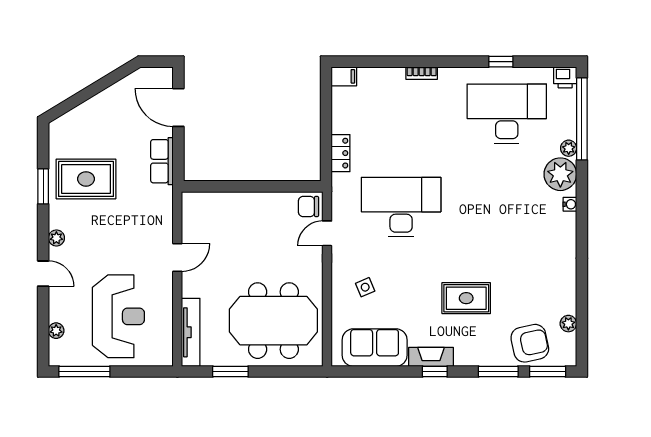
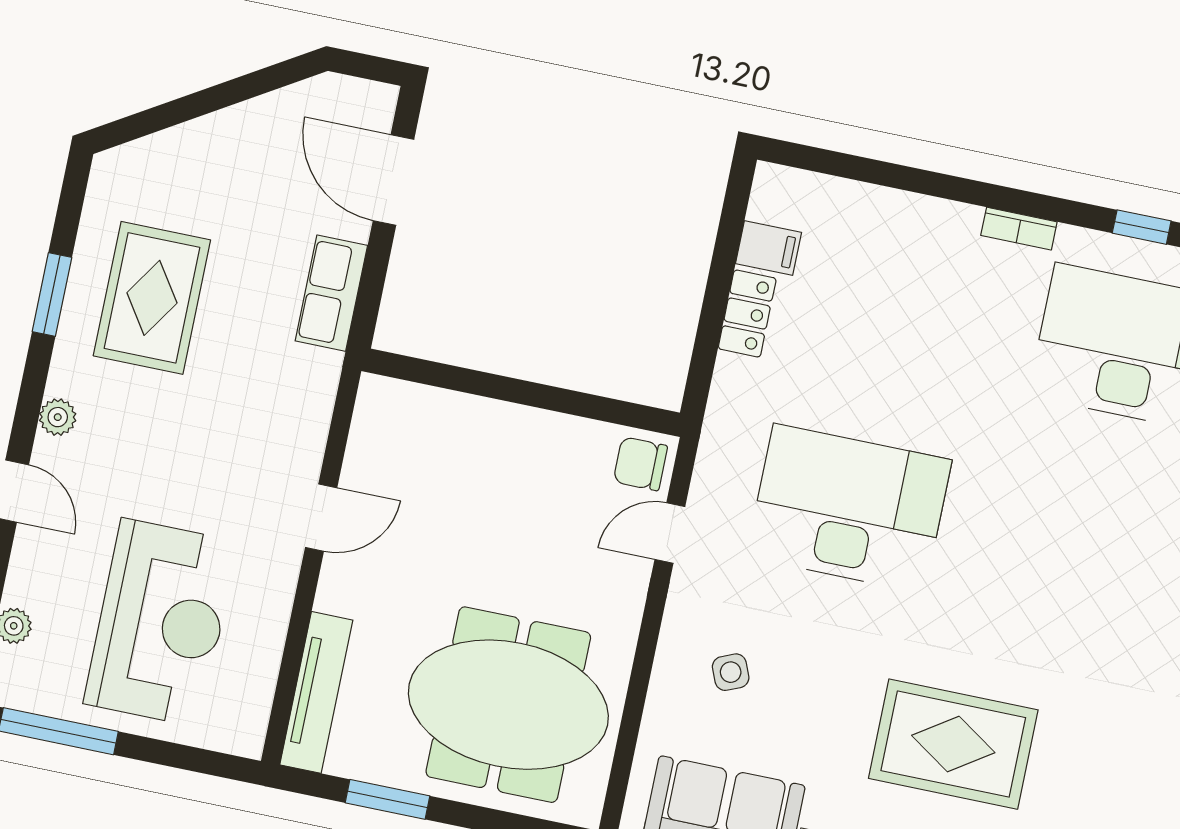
bookcase: (422, 73) -> (1019, 229), moved
filing cabinet: (344, 76) -> (768, 248), moved
locker: (341, 153) -> (747, 314), moved
rug: (86, 179) -> (152, 298), turned 90
rug: (466, 298) -> (953, 744), width x1.36, depth x1.43

